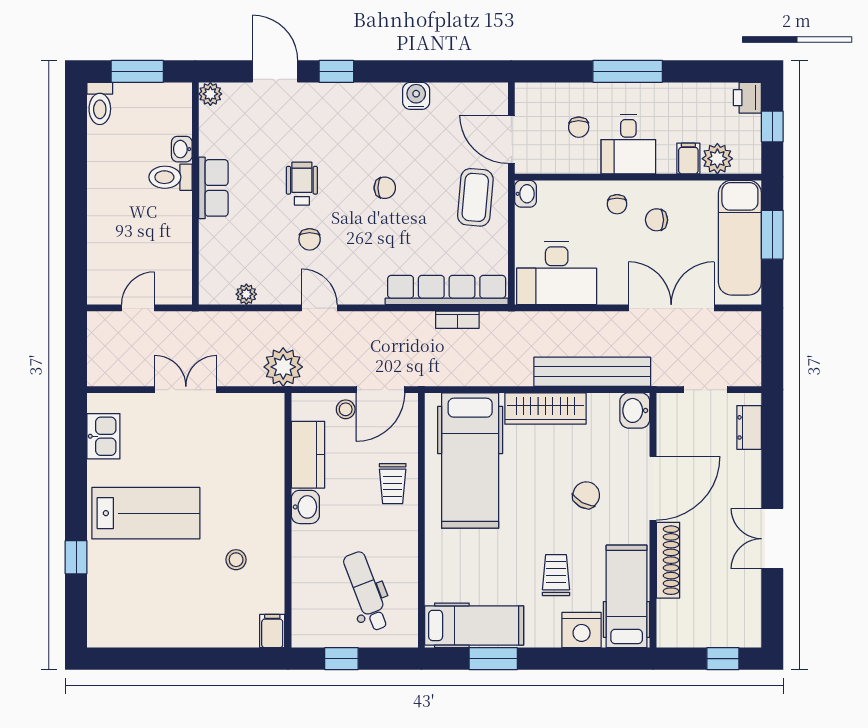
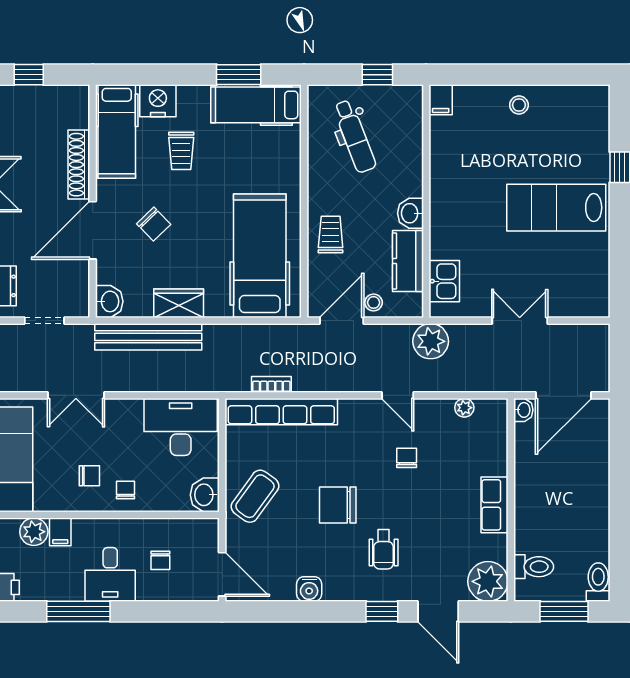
window: (628, 71) -> (78, 611), moved
plant: (210, 94) -> (488, 581), width x1.87, depth x1.87
chair: (579, 127) -> (160, 560), turned 180
door: (511, 139) -> (222, 574), moved
desk: (628, 144) -> (110, 574), moved, turned 180
washbasin: (182, 149) -> (523, 410), moved
toilet: (170, 177) -> (534, 567), moved
wheelchair: (302, 184) -> (384, 549), moved
chair: (385, 188) -> (338, 505), width x1.87, depth x1.87
washbasin: (525, 194) -> (205, 495), width x1.38, depth x1.45
coffee table: (475, 197) -> (255, 496), turned 31
door: (138, 308) -> (563, 395), width x1.87
double door: (671, 308) -> (76, 395), width x0.73
double door: (186, 390) -> (520, 321), swing flipped
wardrobe: (545, 408) -> (179, 303), width x0.67
kitchen sink: (103, 436) -> (444, 281), moved, turned 180
chair: (586, 495) -> (154, 224), turned -73
stool: (236, 560) -> (519, 105), moved

